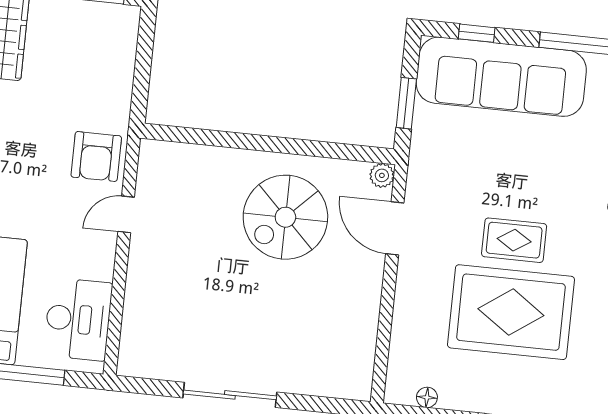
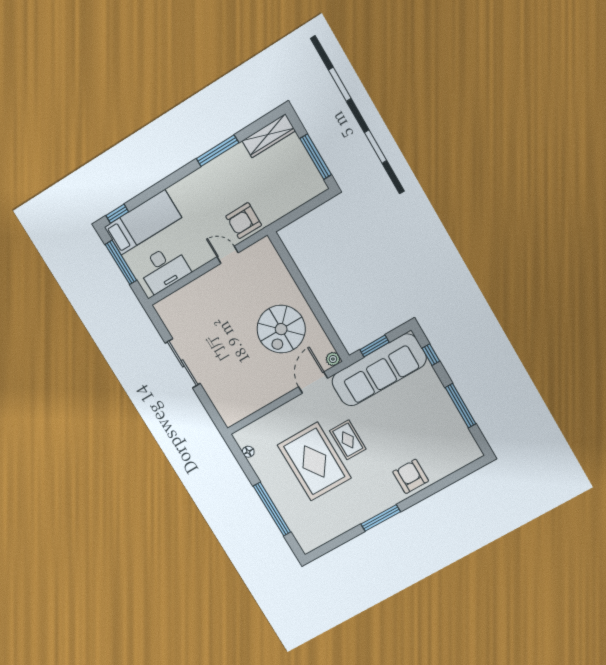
sofa: (501, 77) -> (379, 370), moved, turned -90
spiral stairs: (285, 217) -> (281, 329), turned -90

